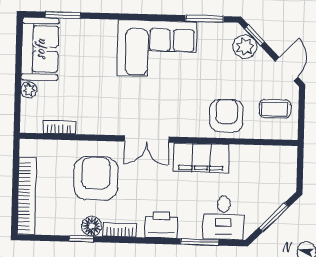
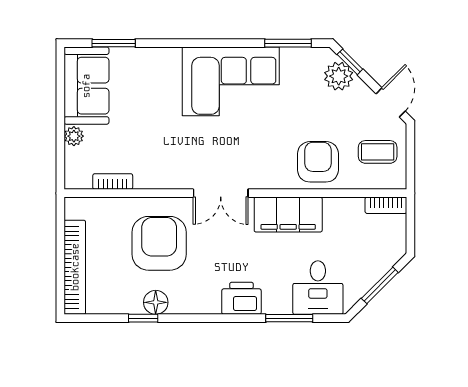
bookcase: (120, 230) -> (386, 205), moved, turned 180

